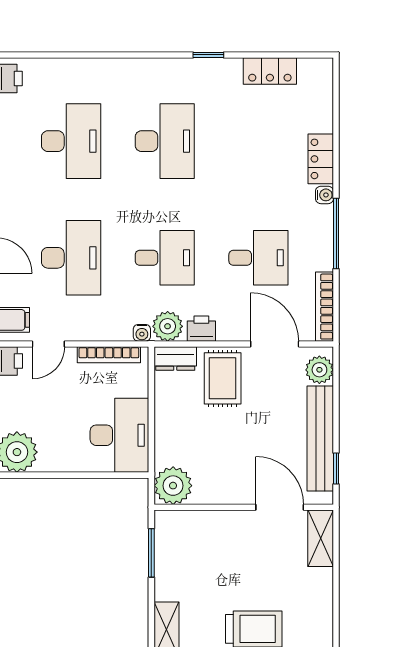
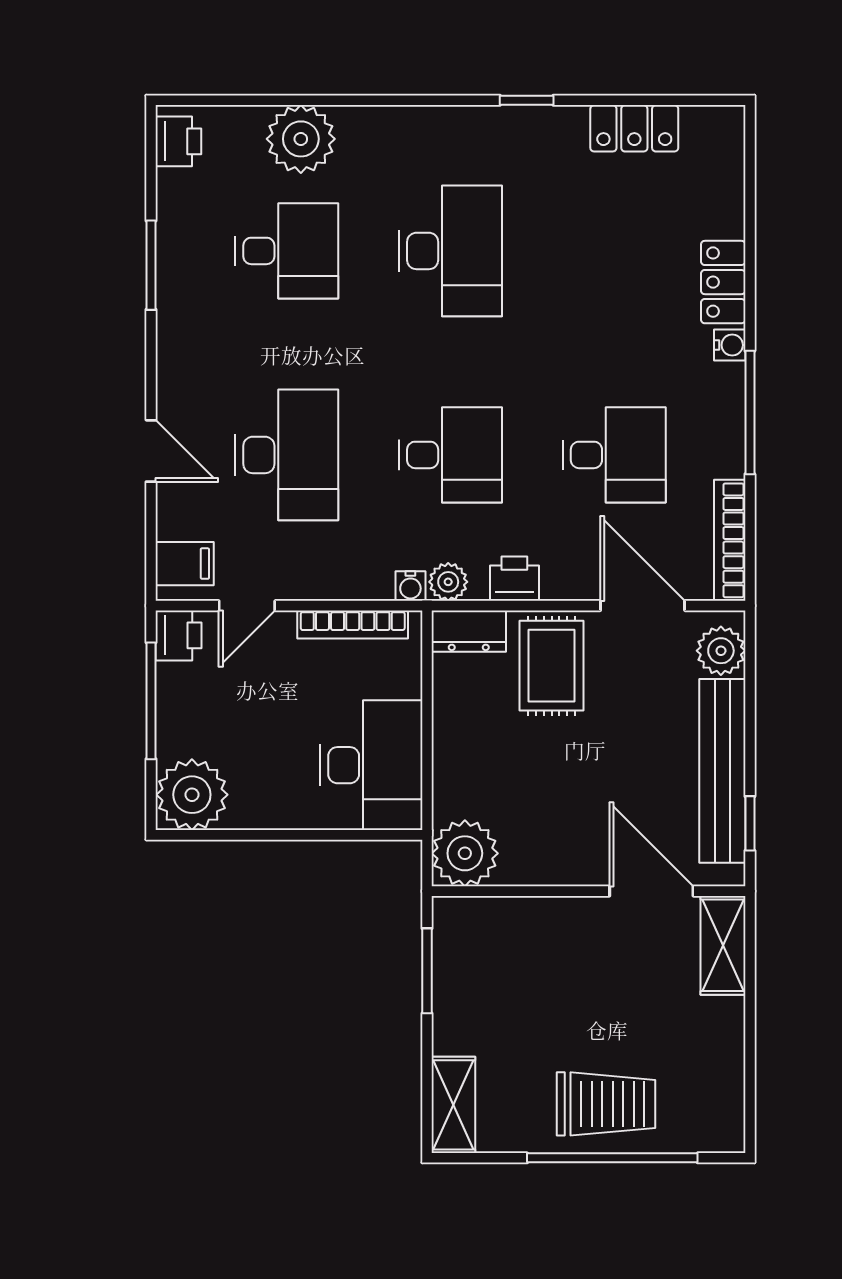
plant: (79, 77) -> (301, 139), added
desk: (71, 141) -> (287, 251), width x0.73
plant: (168, 326) -> (448, 582), width x0.73, depth x0.73

